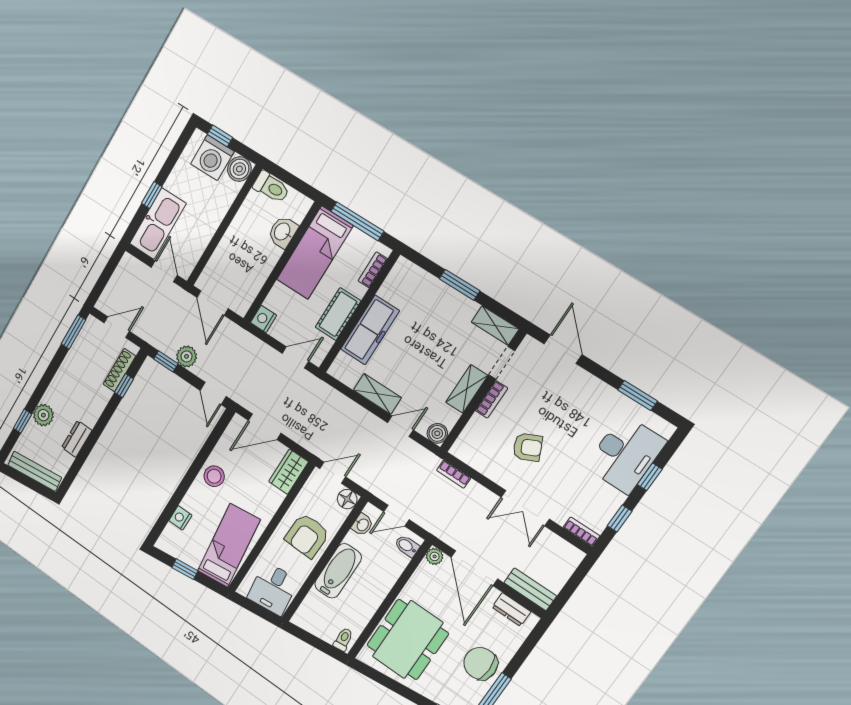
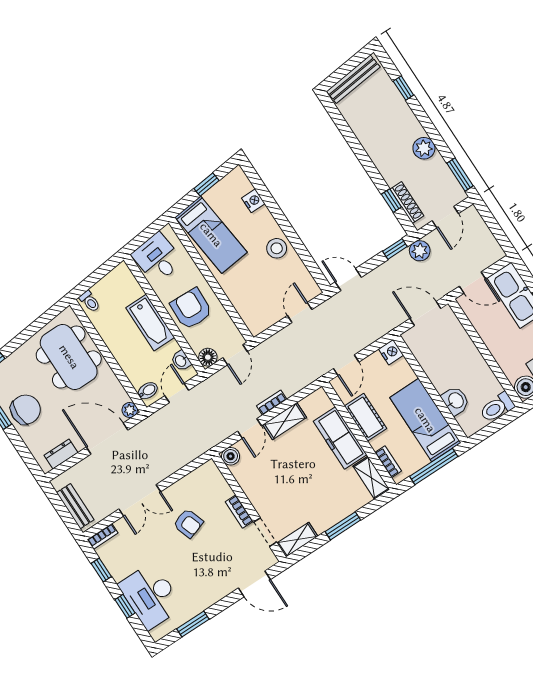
plant: (187, 356) -> (420, 251), moved
shelving: (467, 389) -> (371, 478), moved
plant: (43, 415) -> (424, 148), moved
door: (265, 427) -> (300, 312), width x0.73
dresser: (77, 439) -> (364, 134), removed
armchair: (528, 447) -> (188, 523), turned -84
wardrobe: (289, 472) -> (252, 317), removed
bookcase: (454, 474) -> (272, 403), moved
double door: (525, 508) -> (140, 500), swing flipped
bench: (530, 589) -> (75, 506), moved, turned 90

